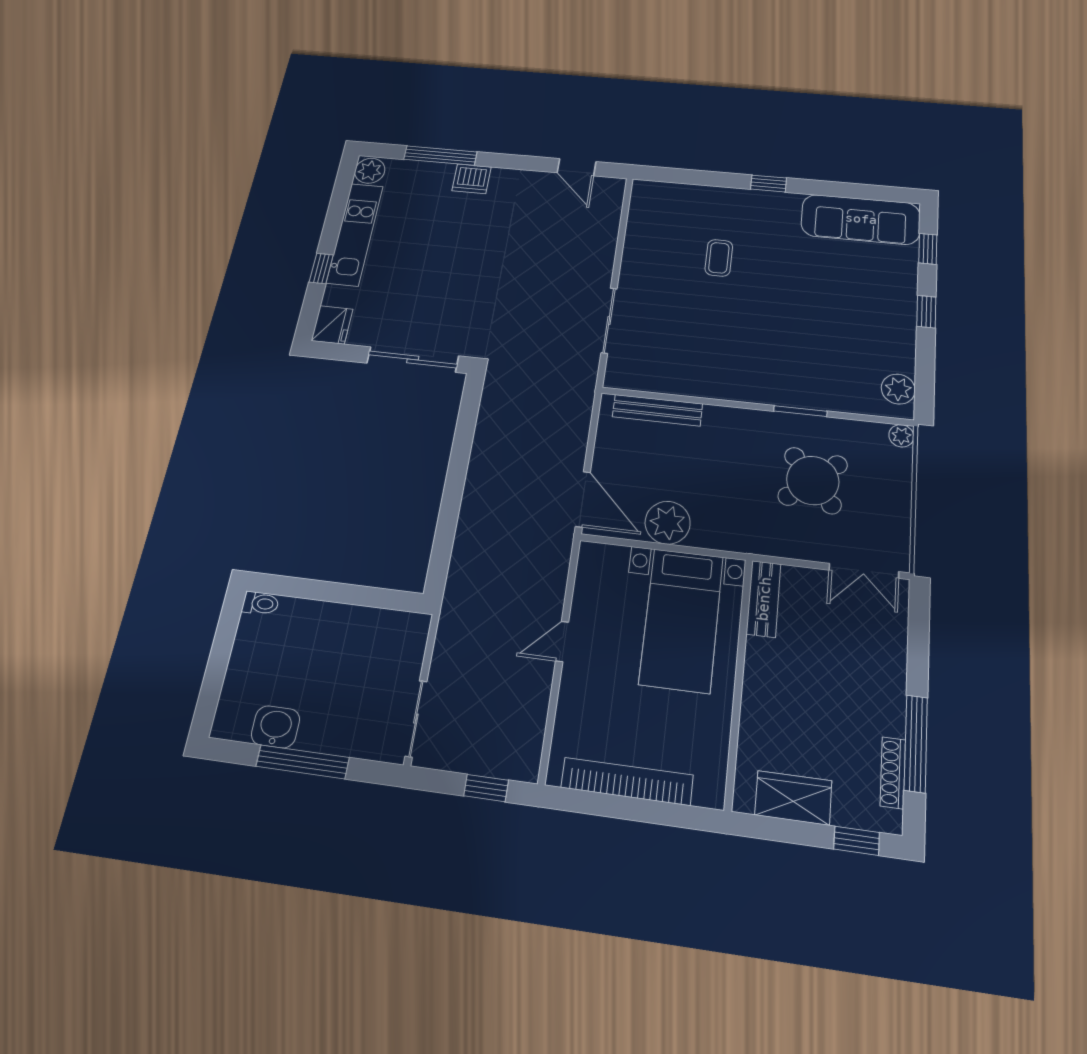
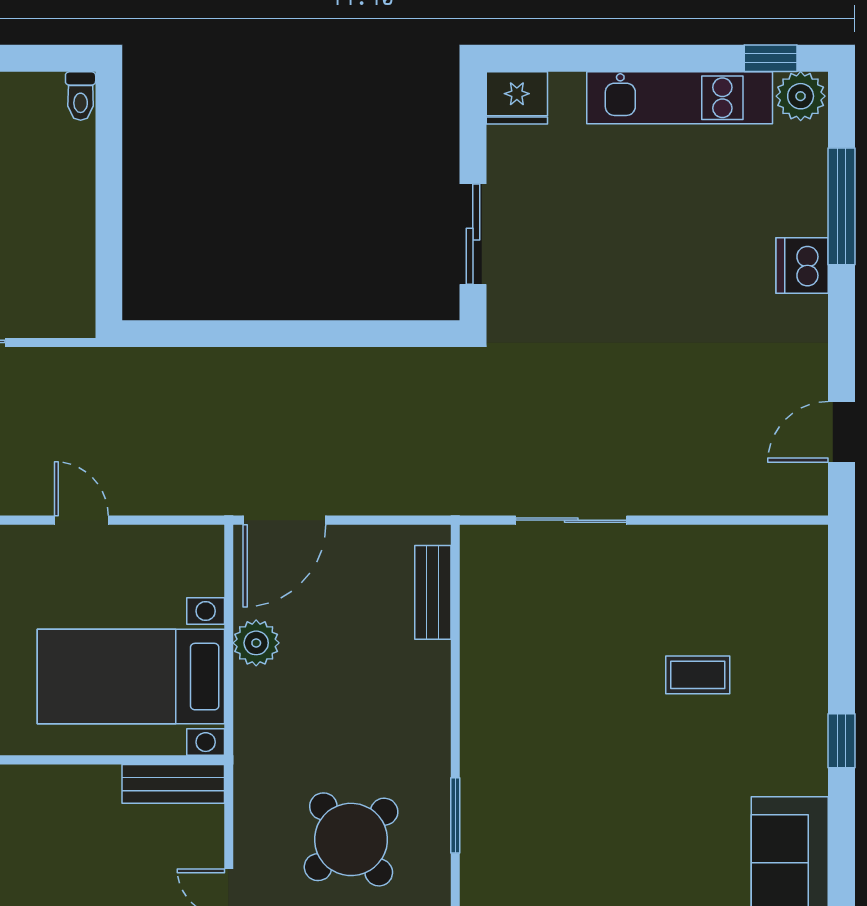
window: (321, 268) -> (771, 58), moved
sliding door: (413, 359) -> (473, 234), width x0.73
bench: (657, 410) -> (433, 592), width x0.73
plant: (668, 523) -> (256, 643), width x0.73, depth x0.73

